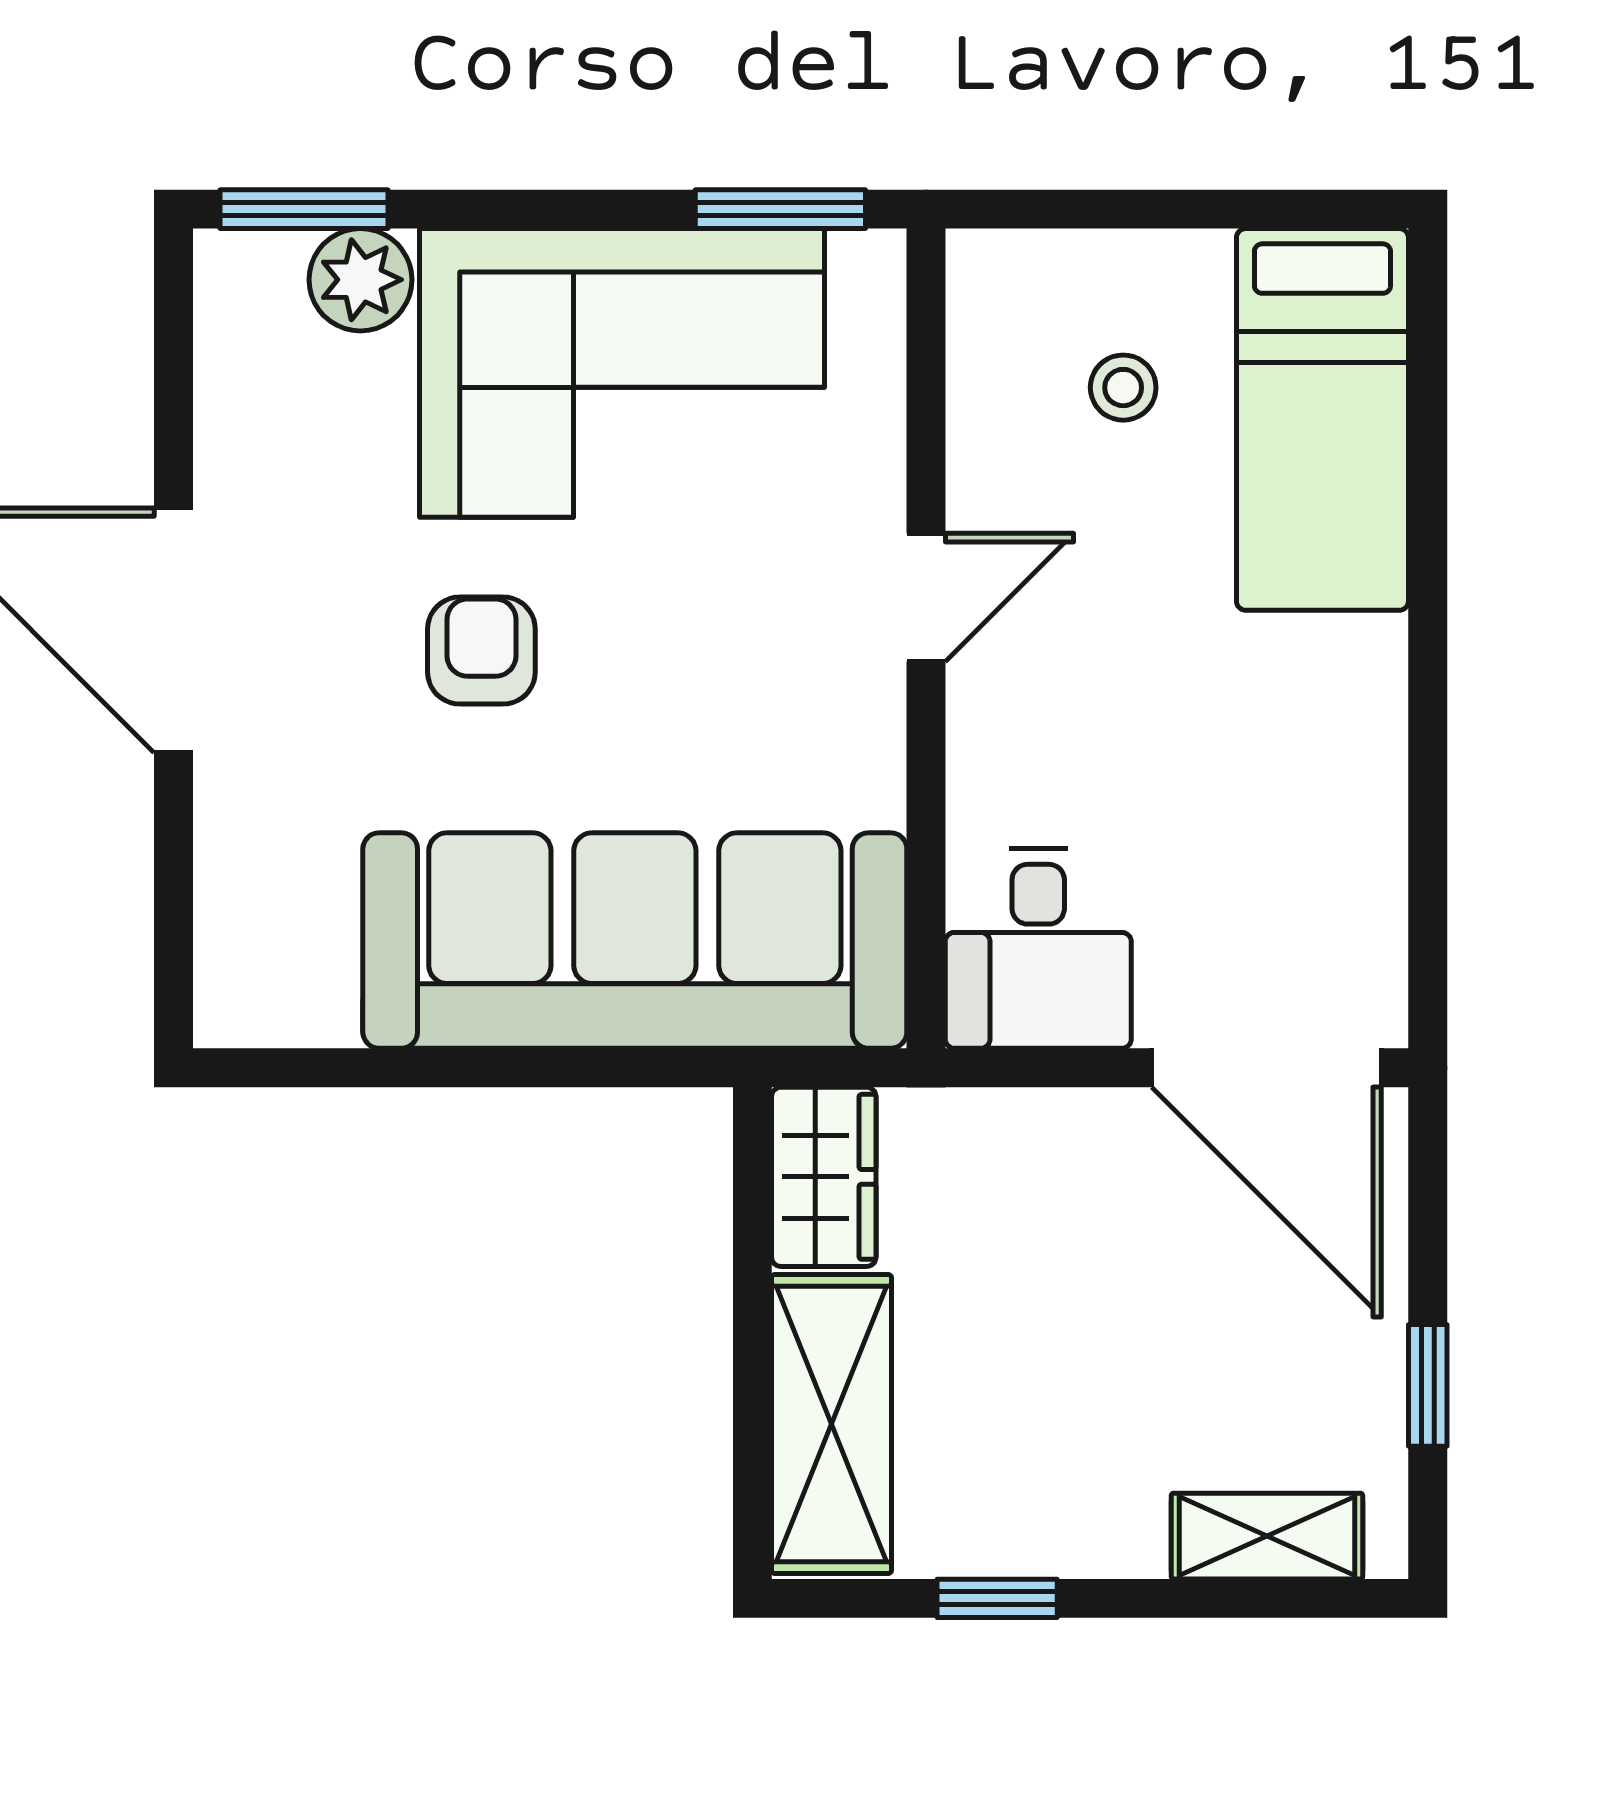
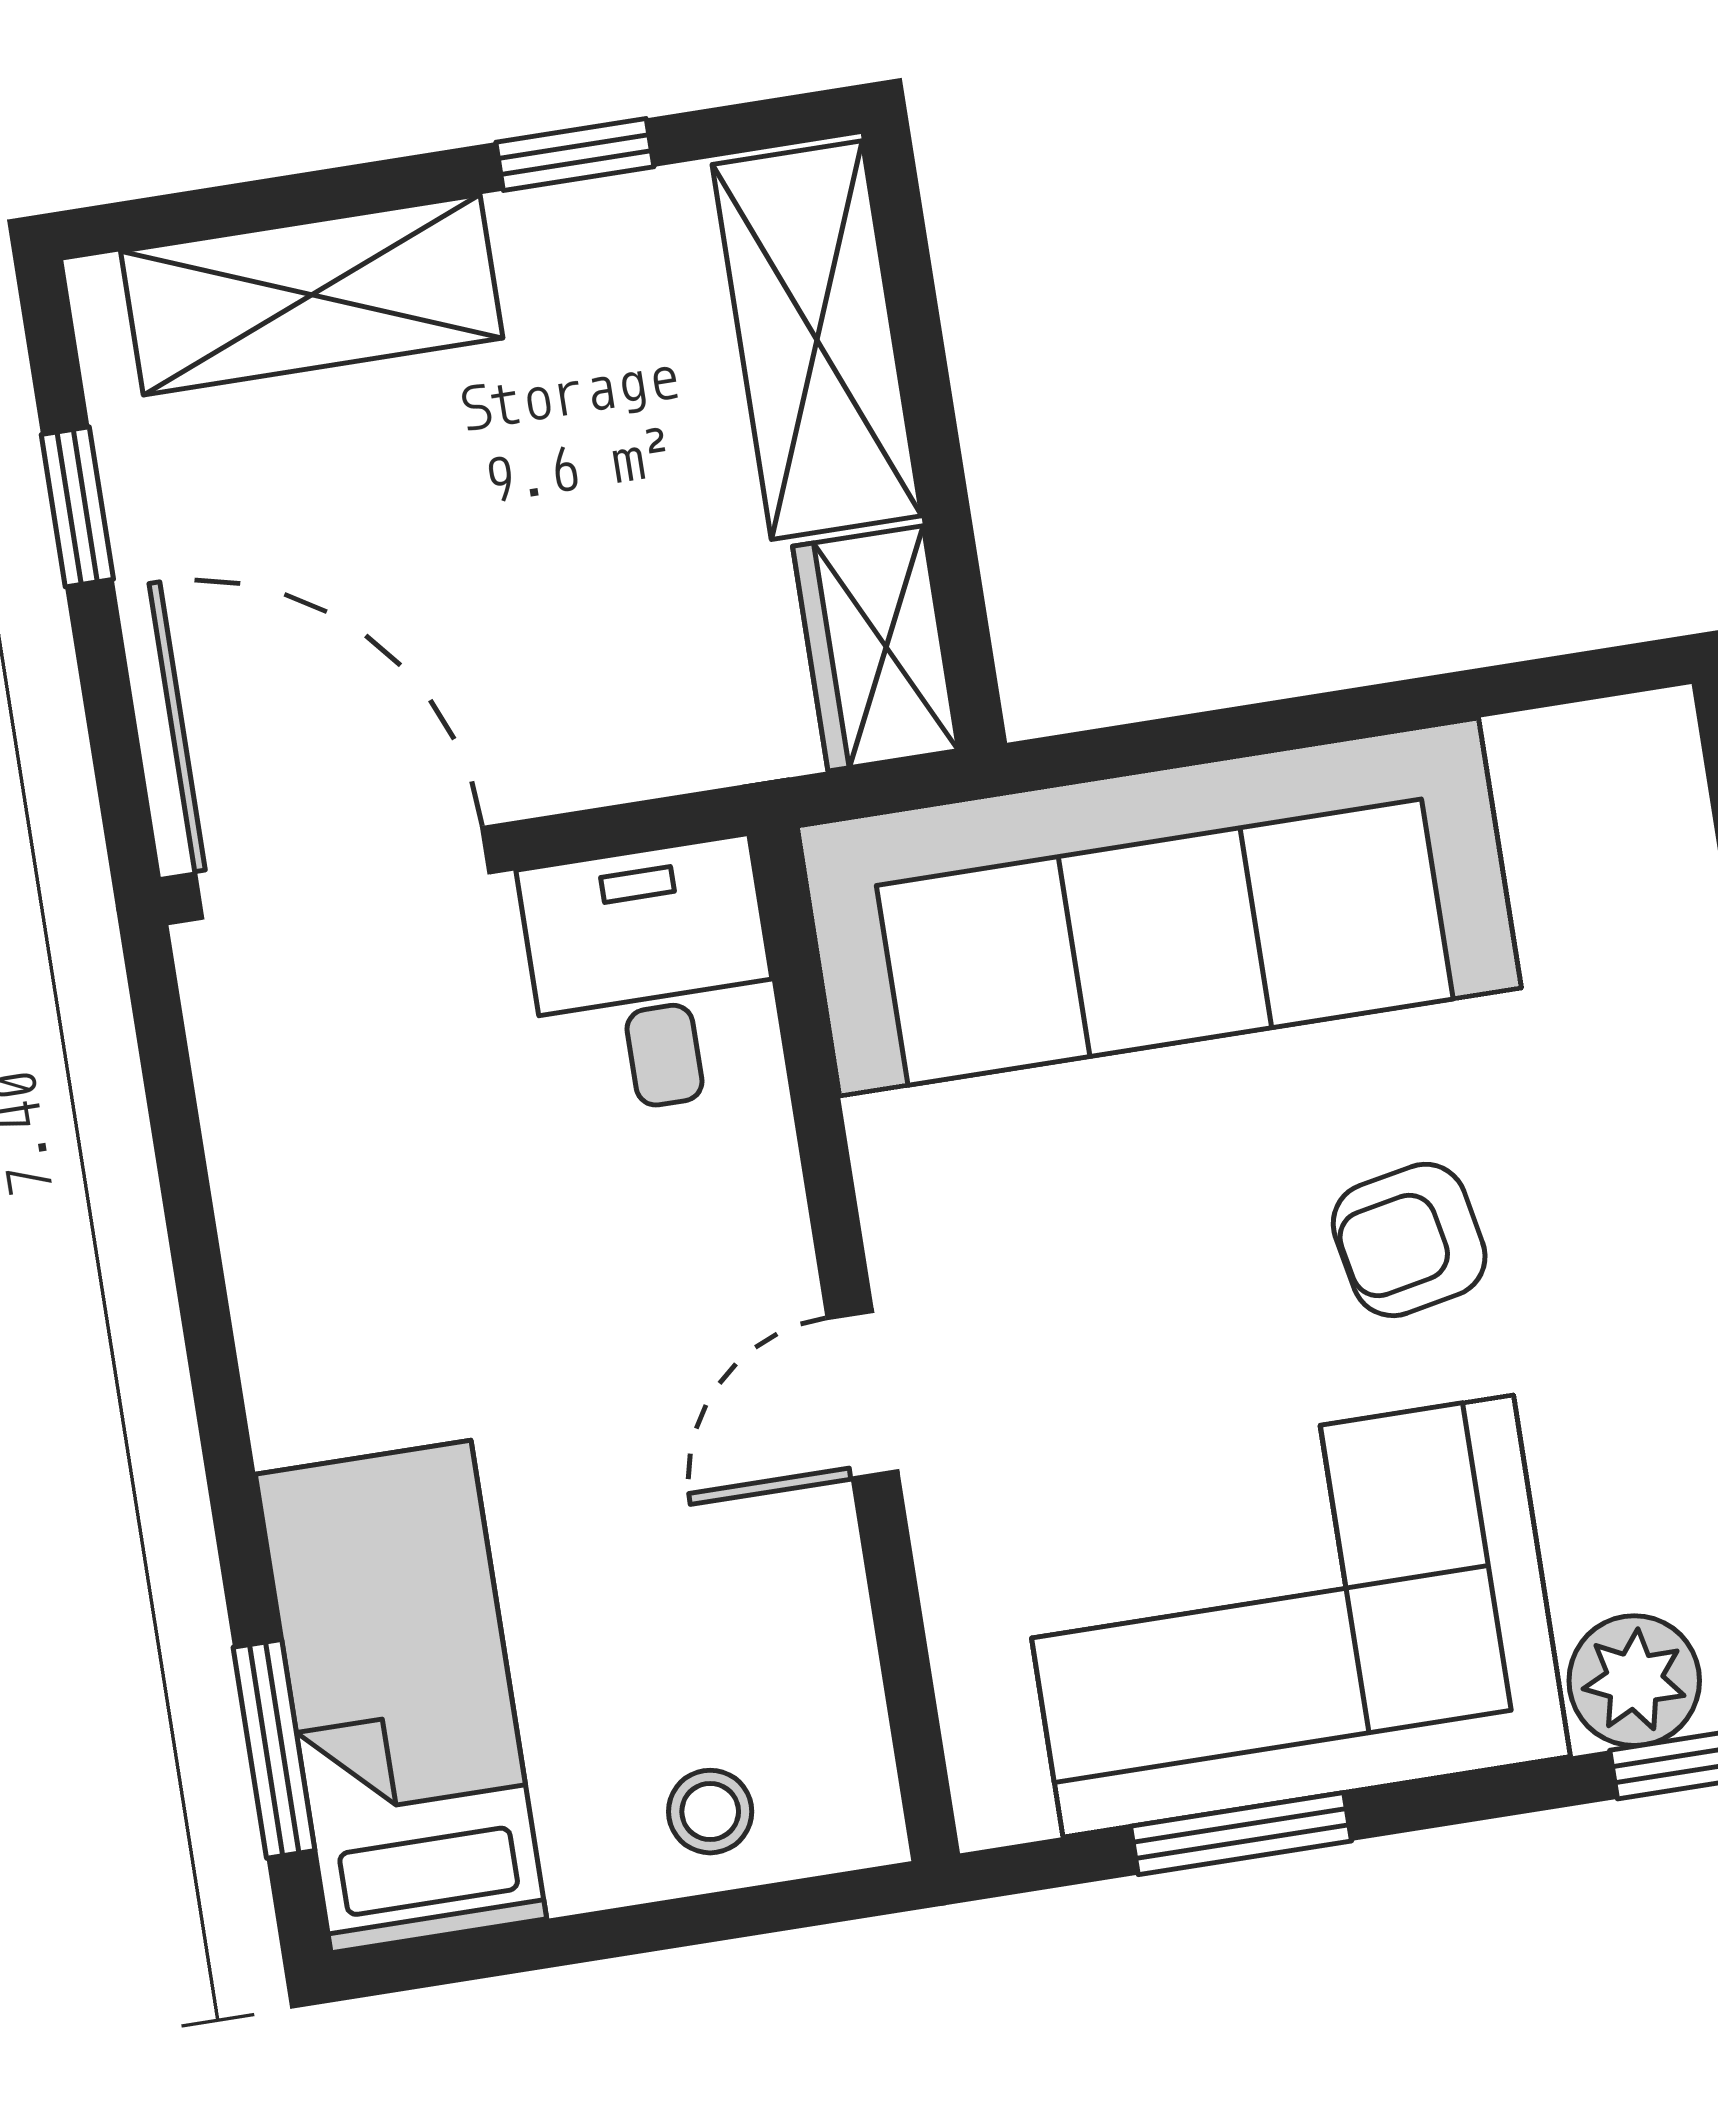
window: (780, 209) -> (1241, 1834), moved
stool: (1123, 388) -> (710, 1812), moved
window: (1428, 394) -> (274, 1749), added
armchair: (481, 651) -> (1409, 1240), turned 79
shelving: (1267, 1536) -> (312, 295), width x1.50, depth x1.33

